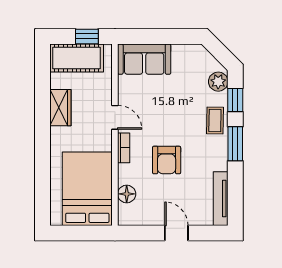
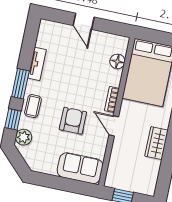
cot: (77, 58) -> (135, 181), removed
armchair: (167, 160) -> (73, 121), moved
tv unit: (221, 199) -> (37, 64), moved, width x0.71

